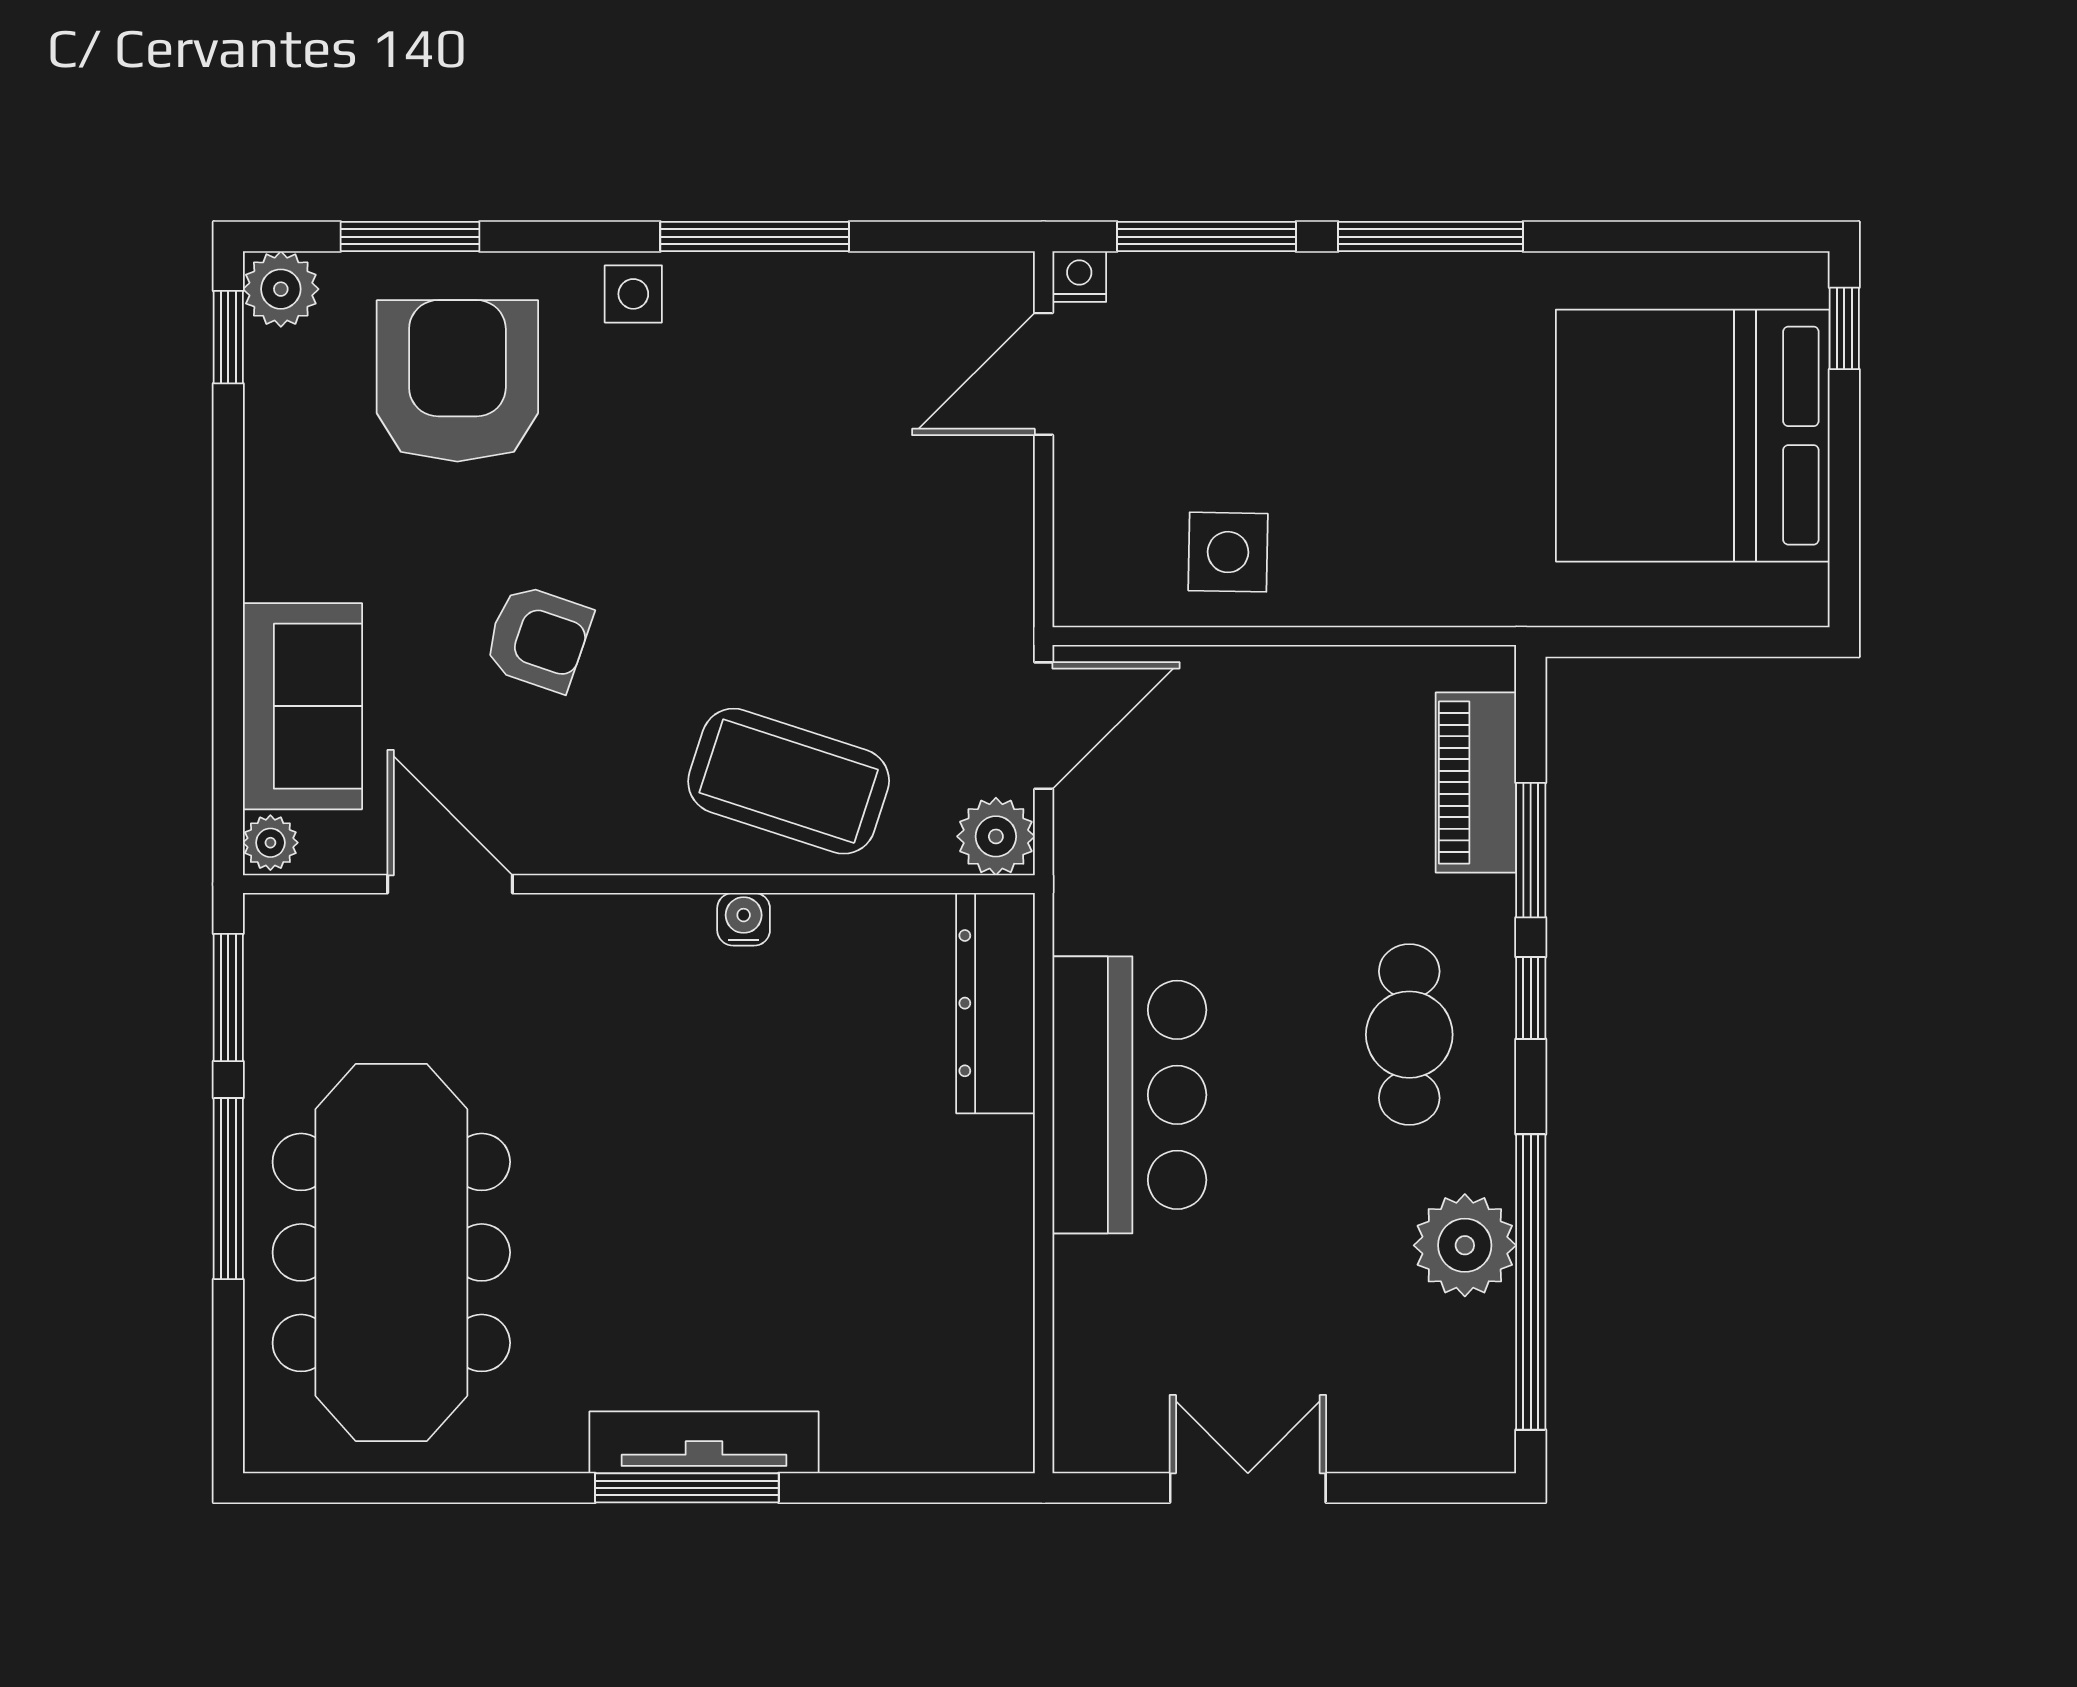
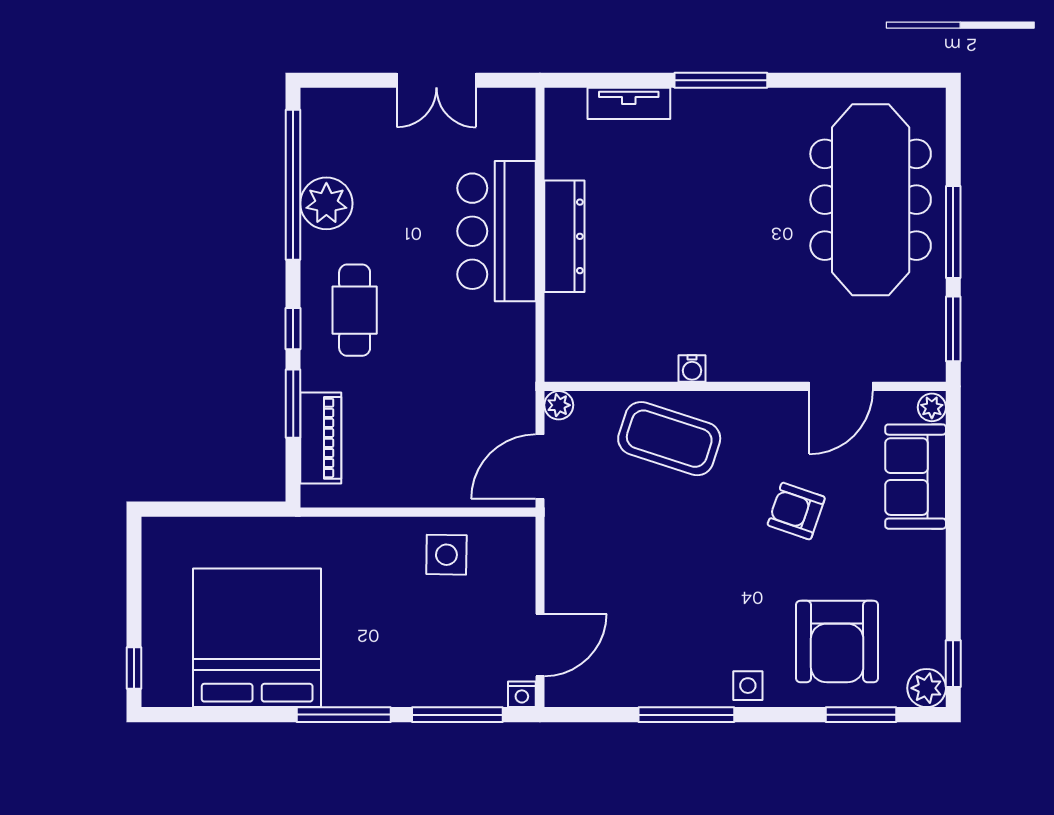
bed: (1693, 436) -> (257, 638), moved, turned -90
plant: (996, 836) -> (559, 405), width x0.73, depth x0.73
door: (450, 884) -> (841, 386), hinge flipped
dresser: (995, 1003) -> (564, 236), moved
bar counter: (1129, 1095) -> (496, 231), moved
tv unit: (704, 1442) -> (629, 103), moved, width x0.71

